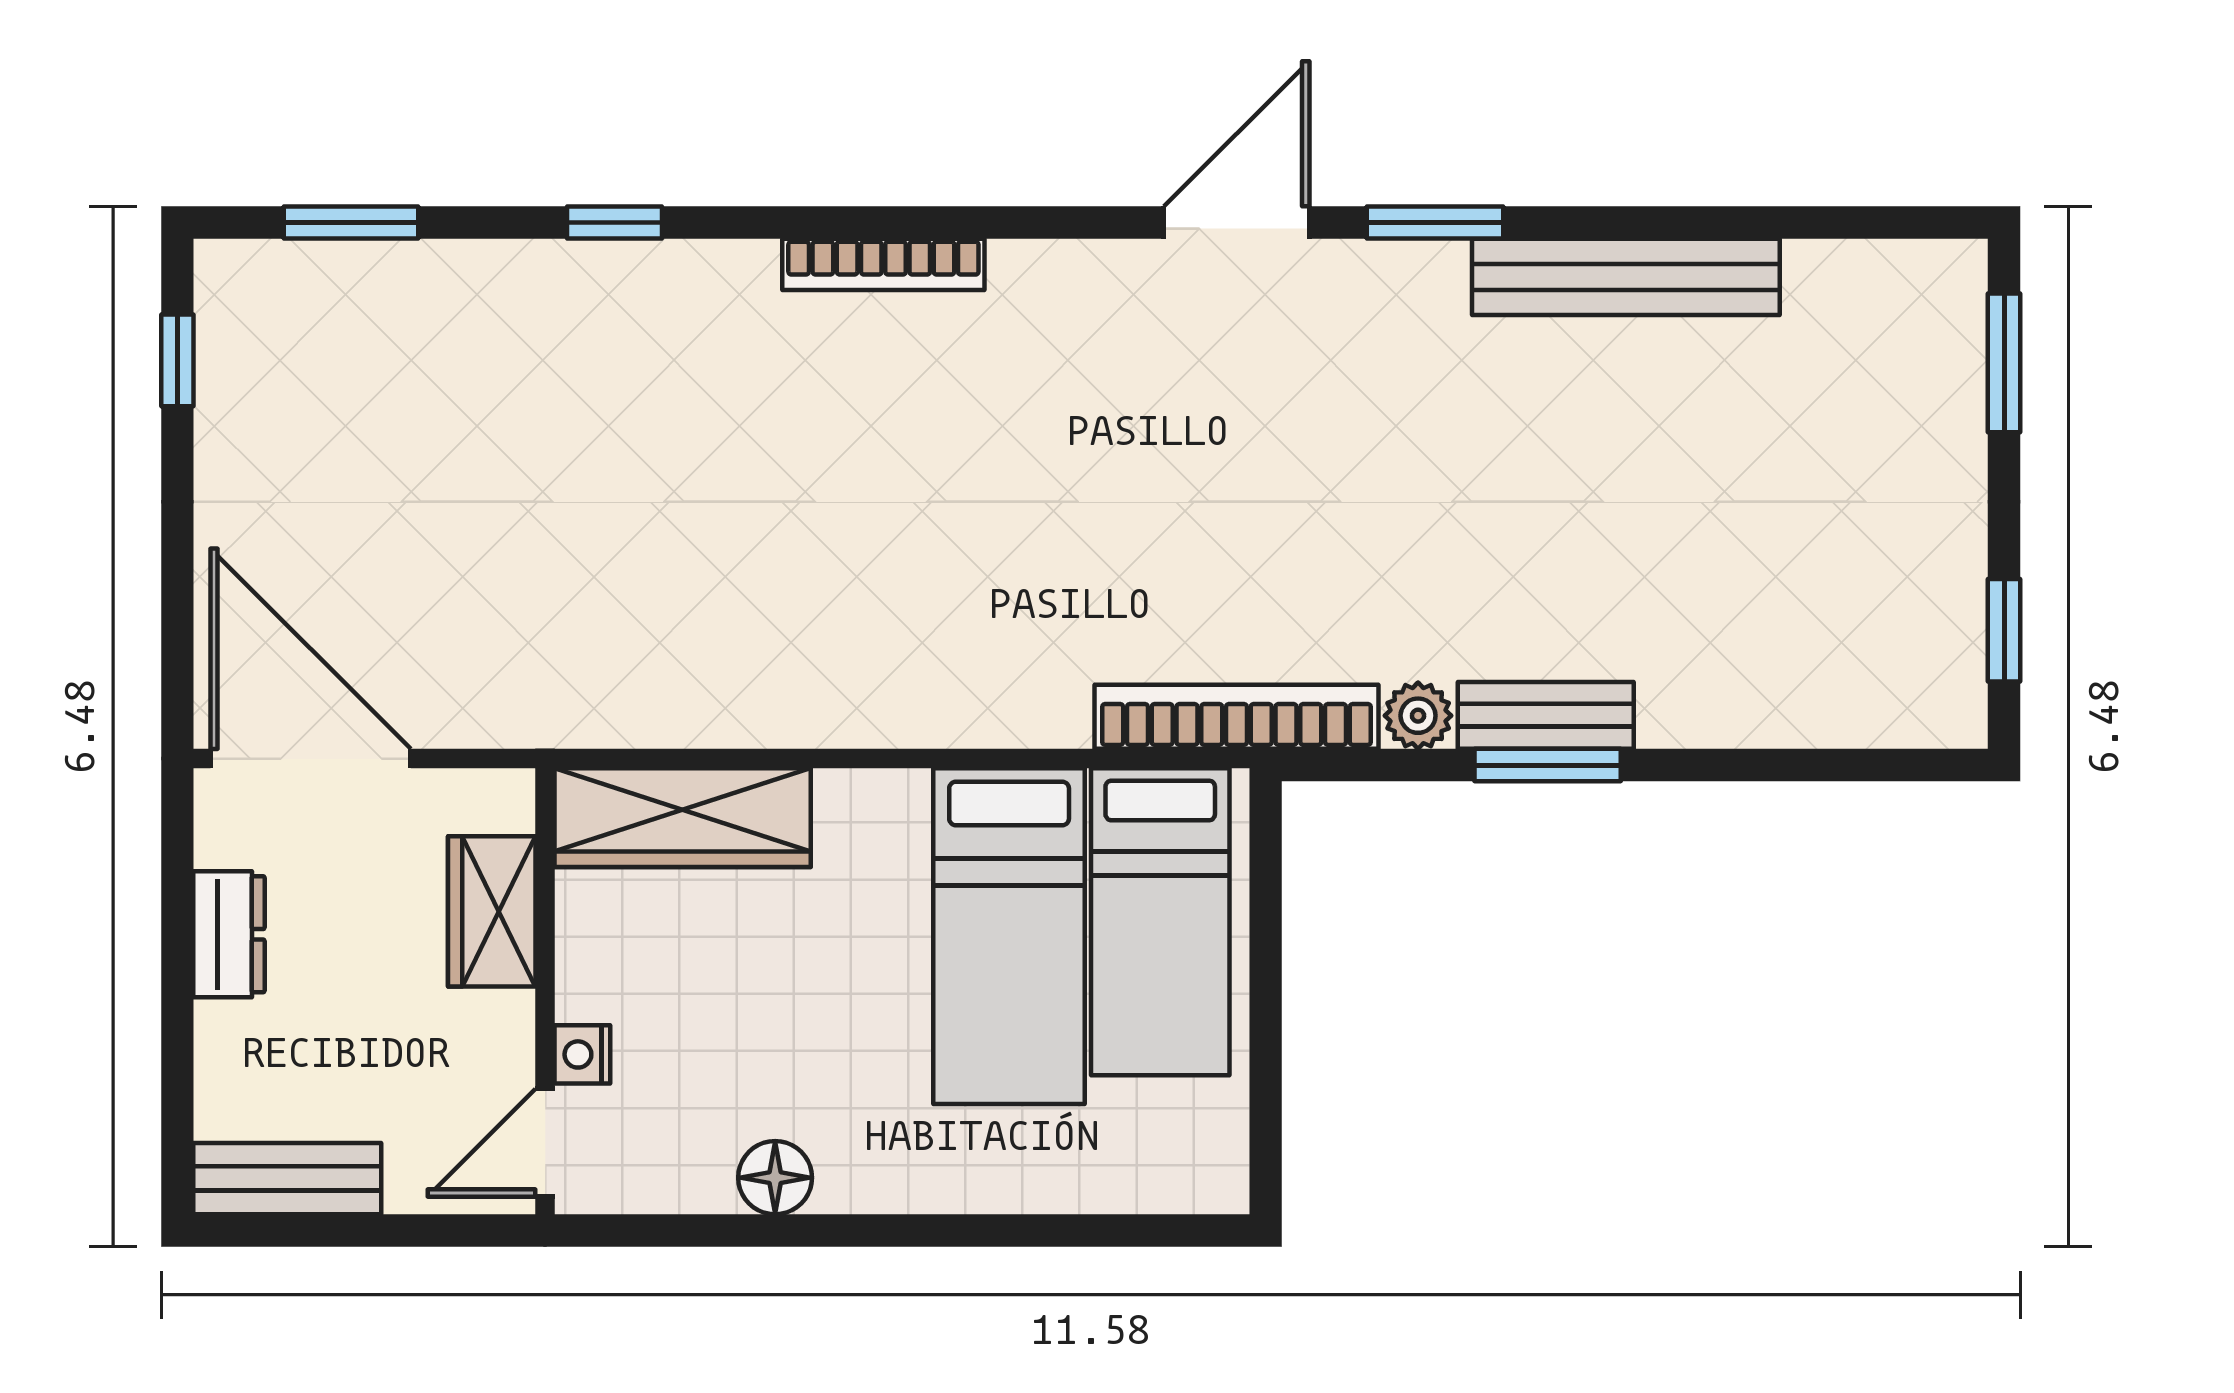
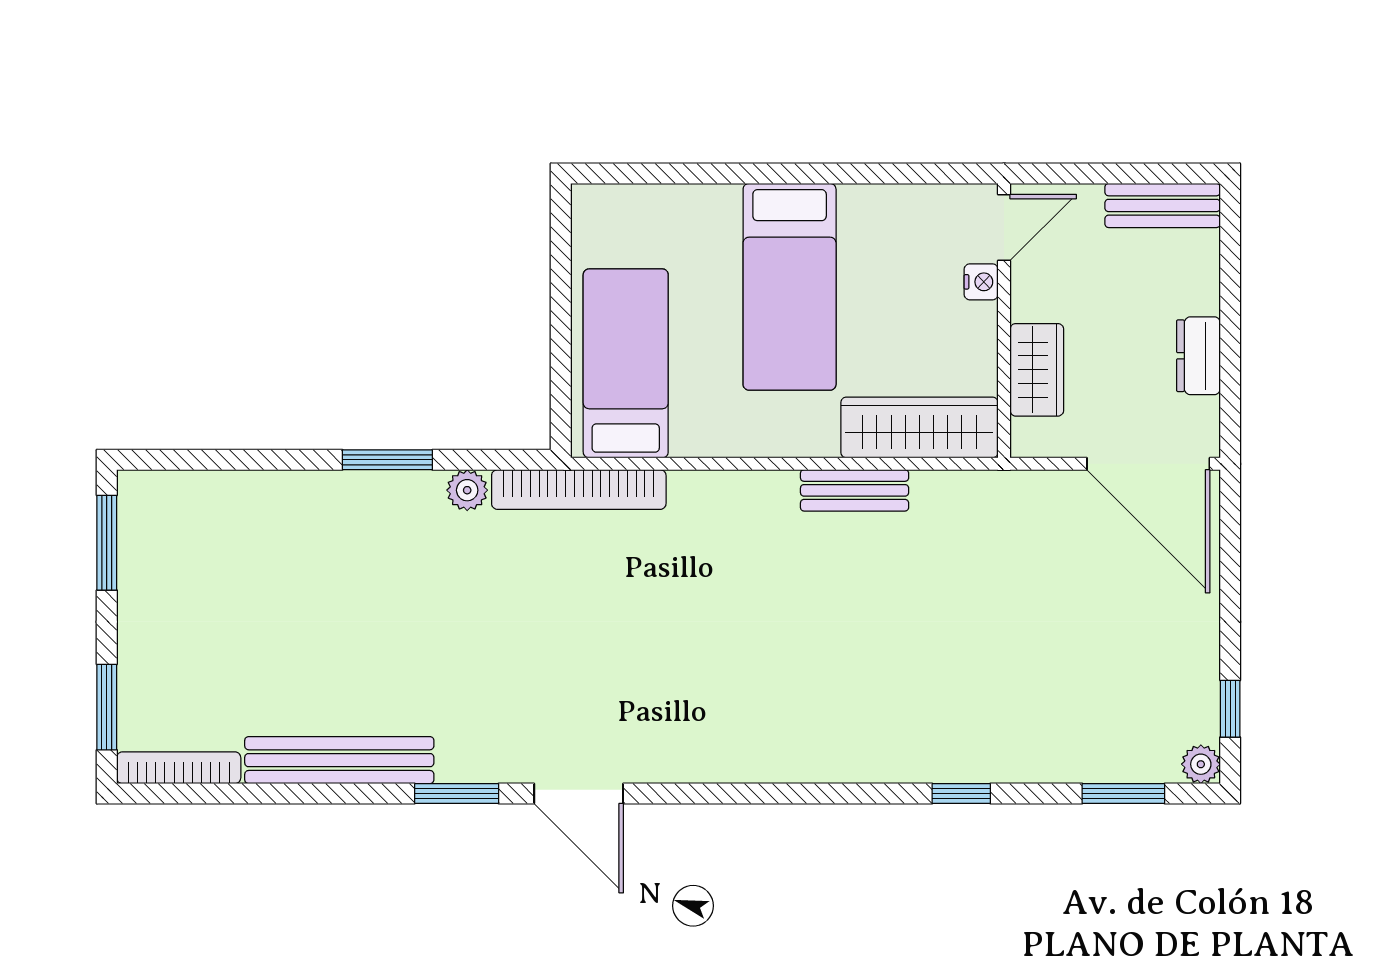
door: (1237, 222) -> (579, 794), hinge flipped
bookcase: (883, 264) -> (179, 768), moved
plant: (225, 270) -> (1201, 764), added
window: (2004, 630) -> (107, 543), width x1.50
bench: (1546, 715) -> (855, 490), moved
bed: (1009, 936) -> (790, 287), moved, turned 180
floor lamp: (775, 1178) -> (863, 206), removed

